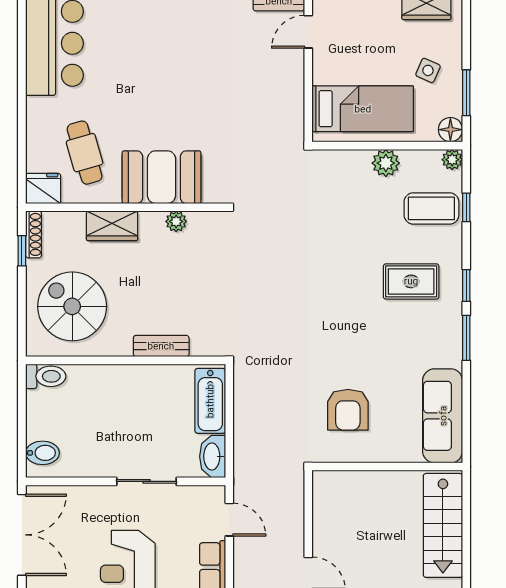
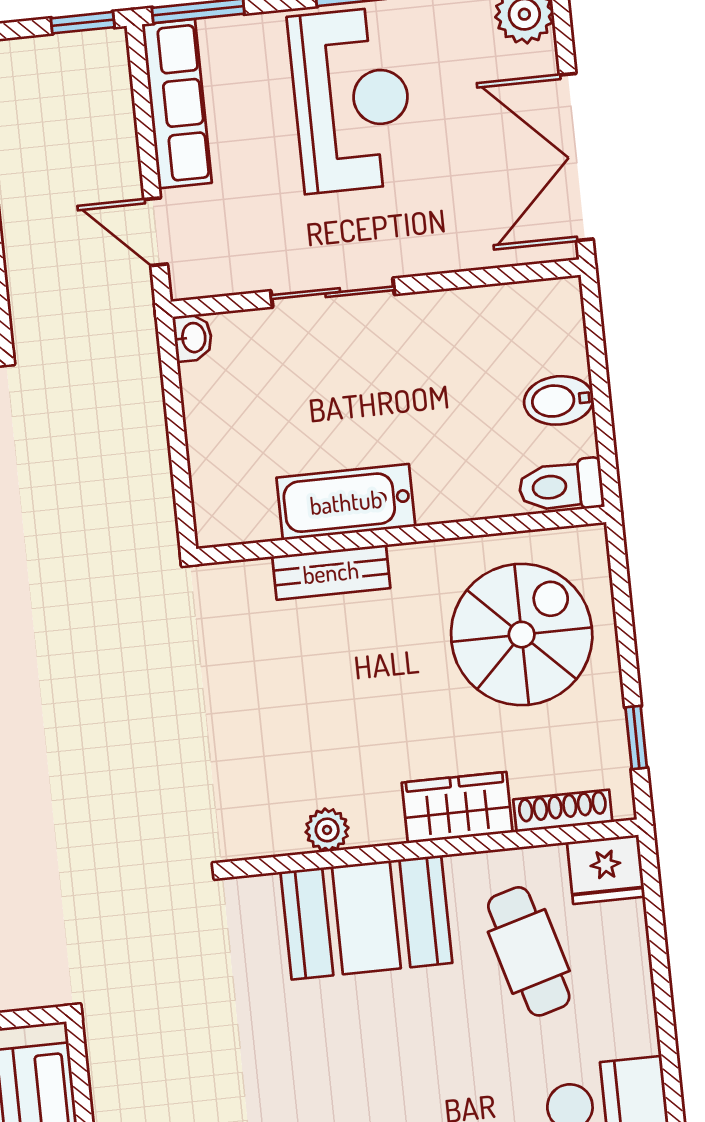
shoe rack: (33, 234) -> (563, 811), moved, turned 90
spiral stairs: (72, 306) -> (522, 635), turned -90
bathtub: (210, 401) -> (346, 502), moved, turned -90
bidet: (42, 453) -> (559, 400), moved
washbasin: (213, 456) -> (193, 338), width x0.52, depth x0.69

